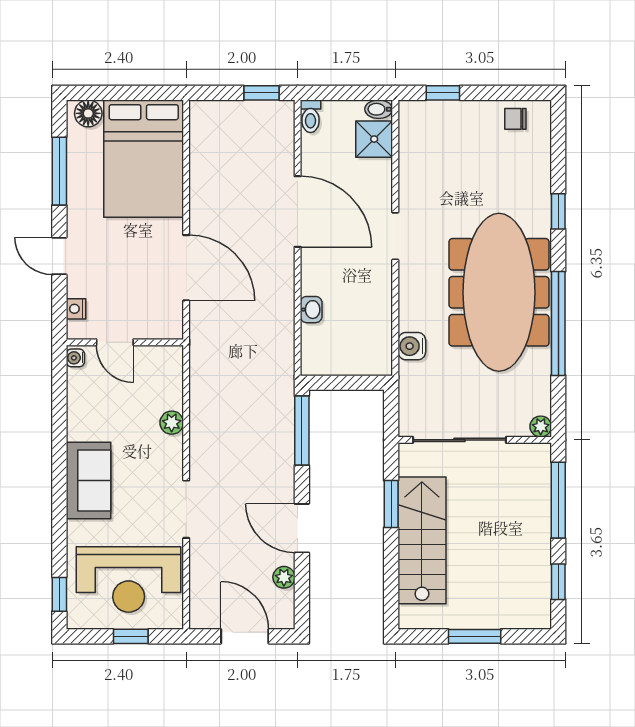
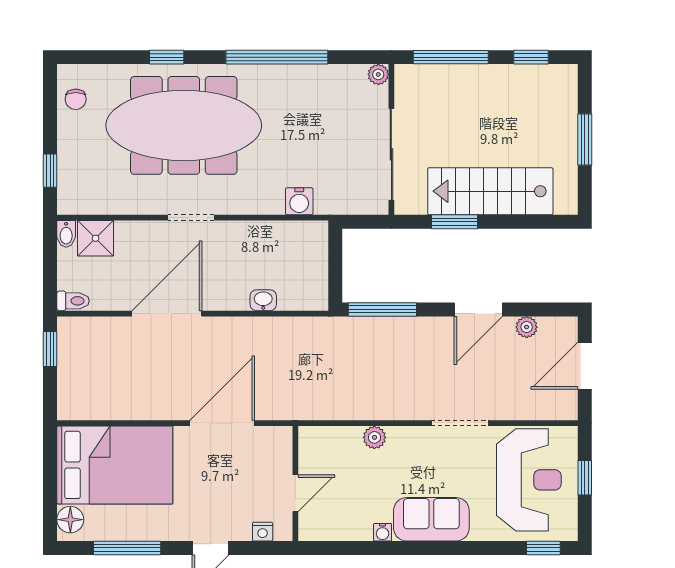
meeting table: (499, 292) -> (184, 125), moved
water cooler: (75, 358) -> (383, 532), moved

